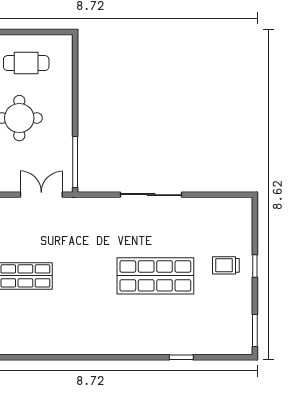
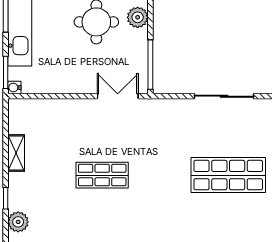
plant: (62, 113) -> (138, 17), added

